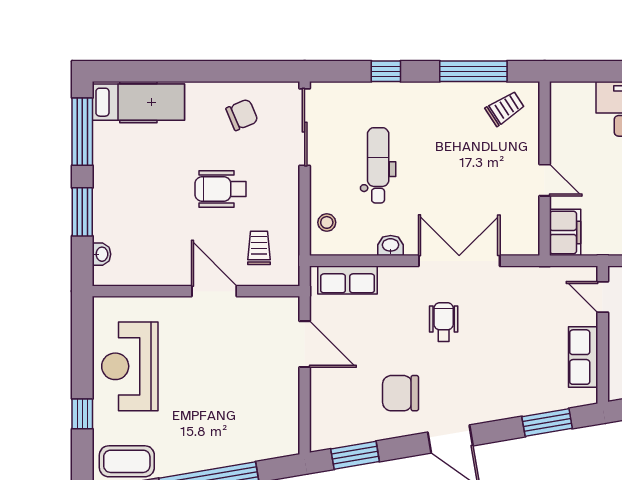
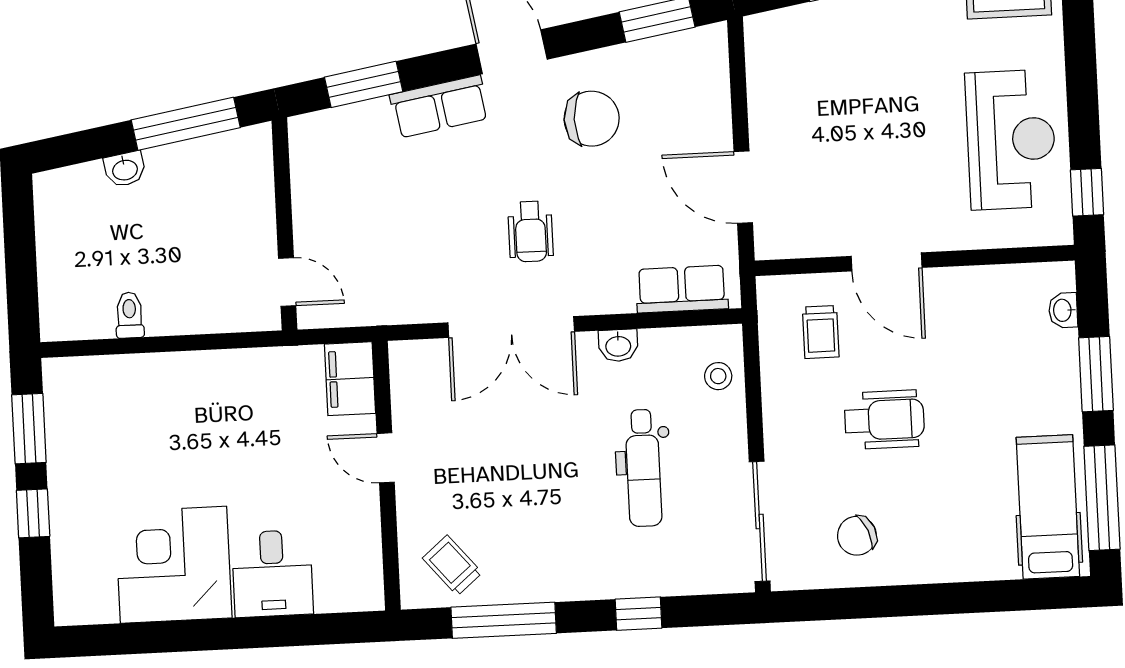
hospital bed: (138, 102) -> (1048, 507), moved, turned 90
trolley: (505, 108) -> (452, 565), turned 83
row of seats: (583, 357) -> (440, 107), moved, turned 80
window: (82, 414) -> (1087, 192), moved

